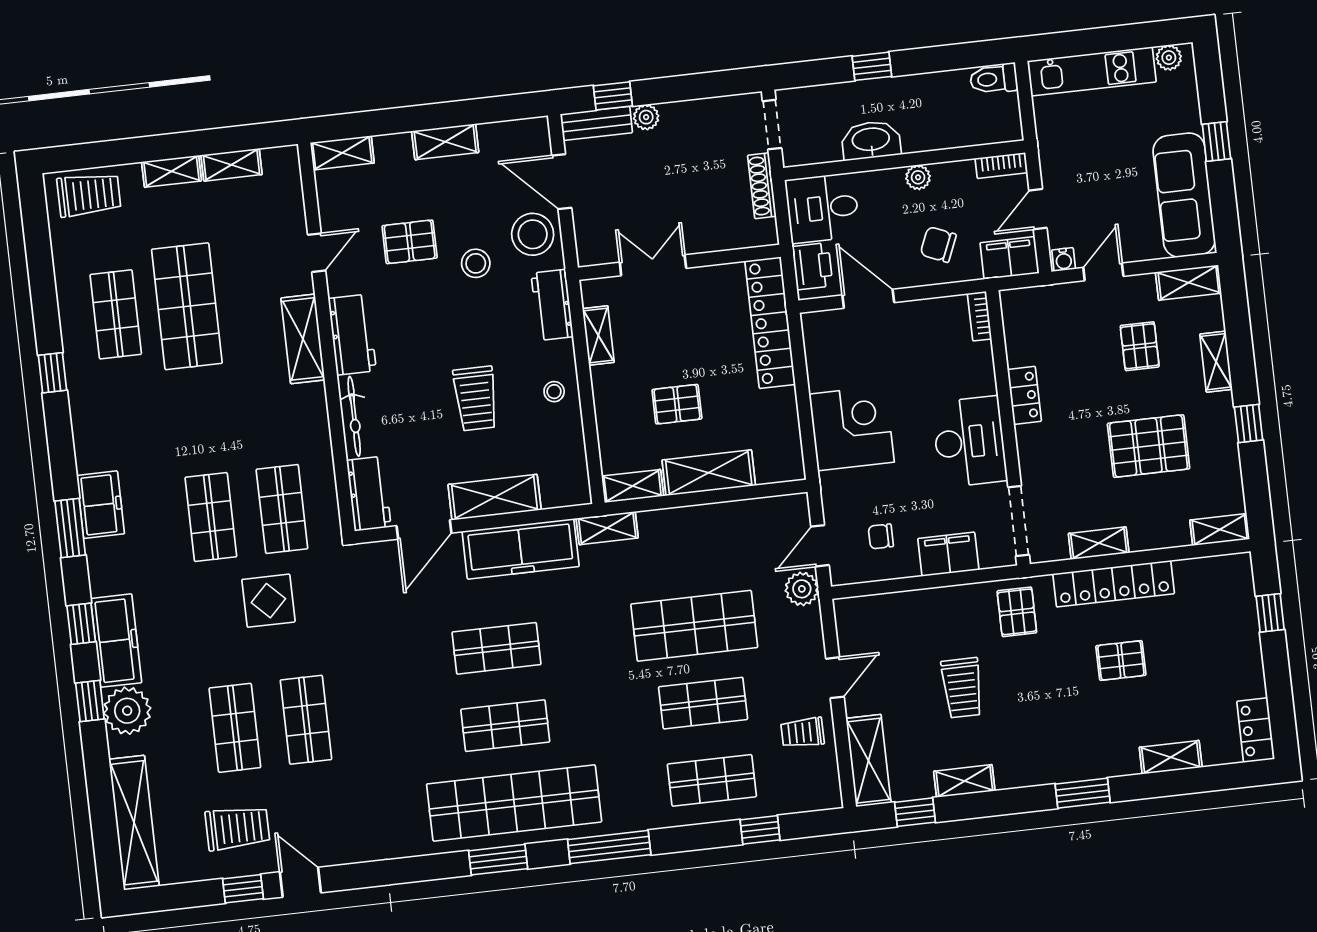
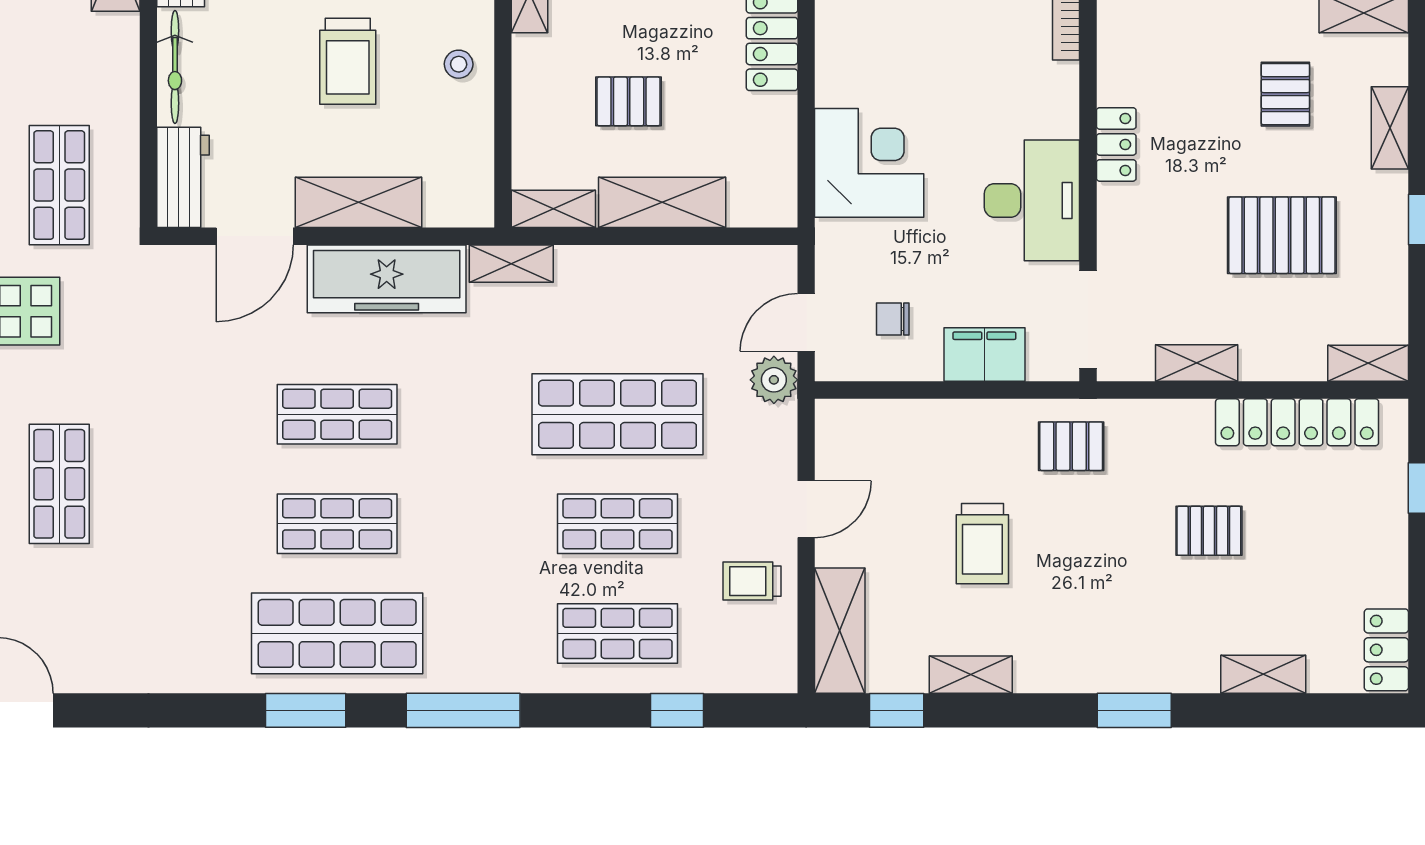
locker: (1114, 584) -> (1297, 422), moved
pallet: (1017, 612) -> (1071, 446), turned 90
shop shelf: (514, 803) -> (337, 633), width x0.71

